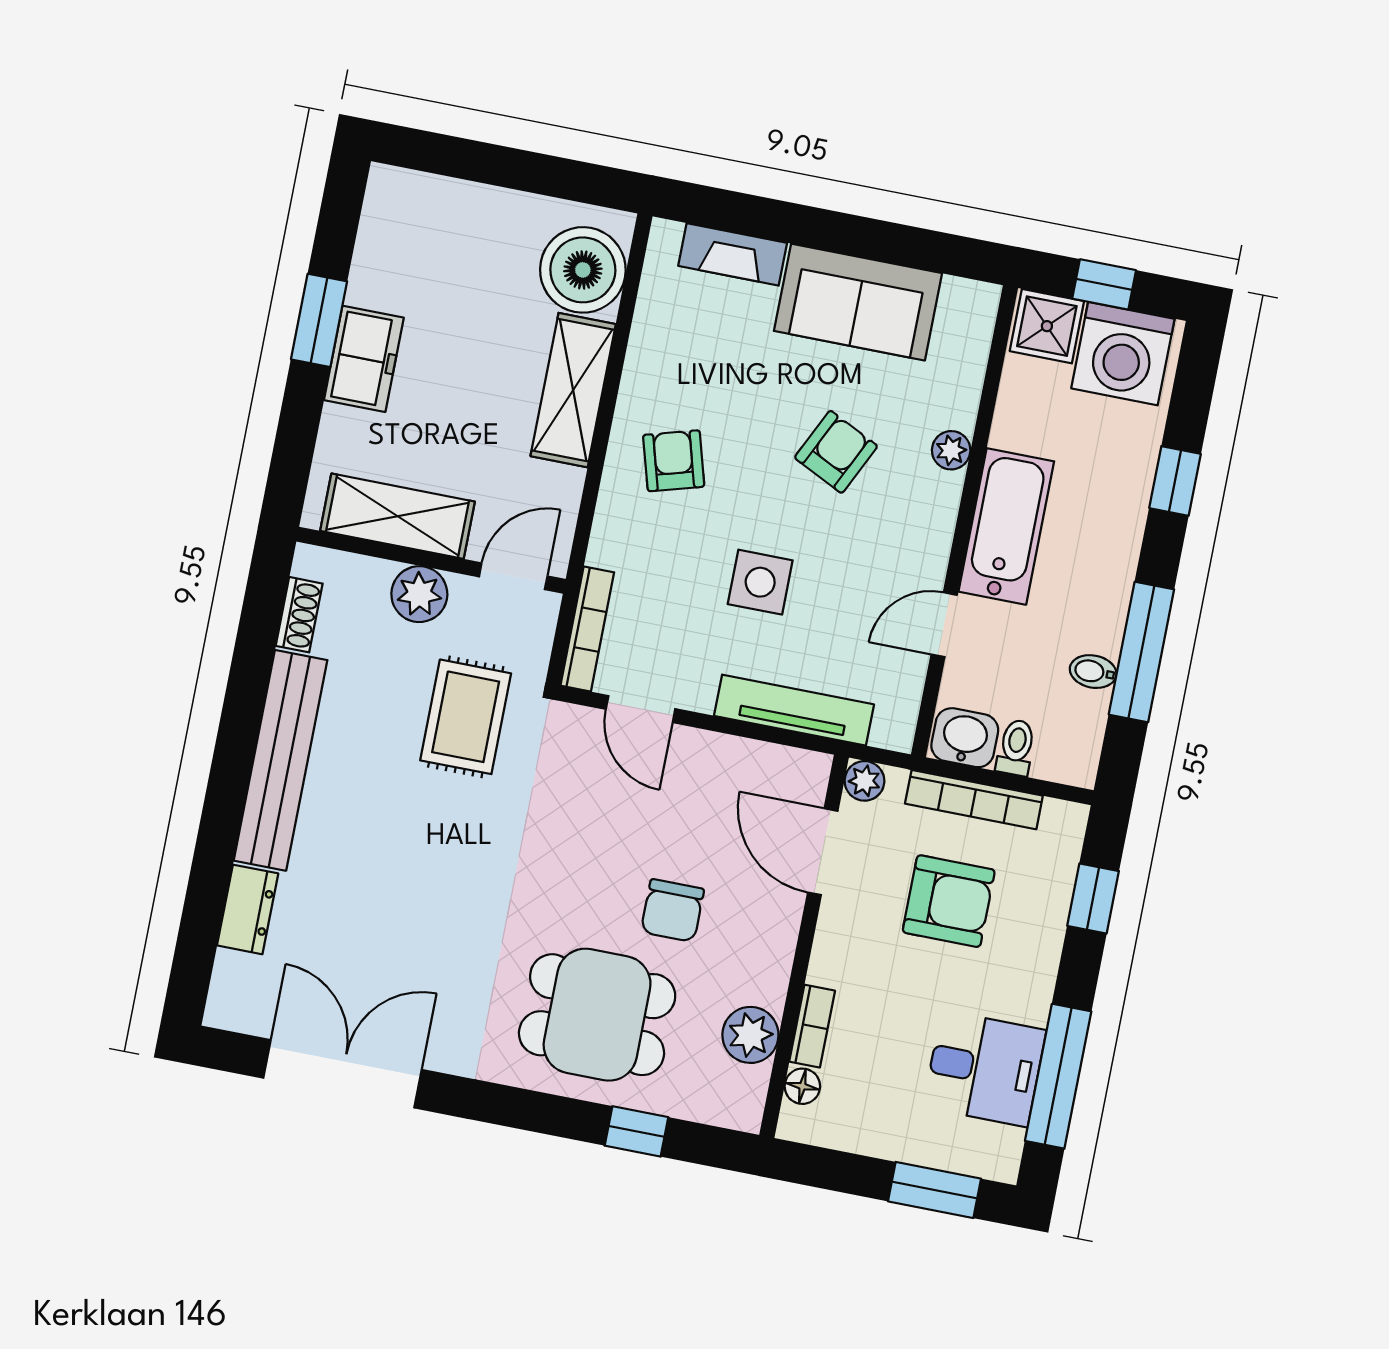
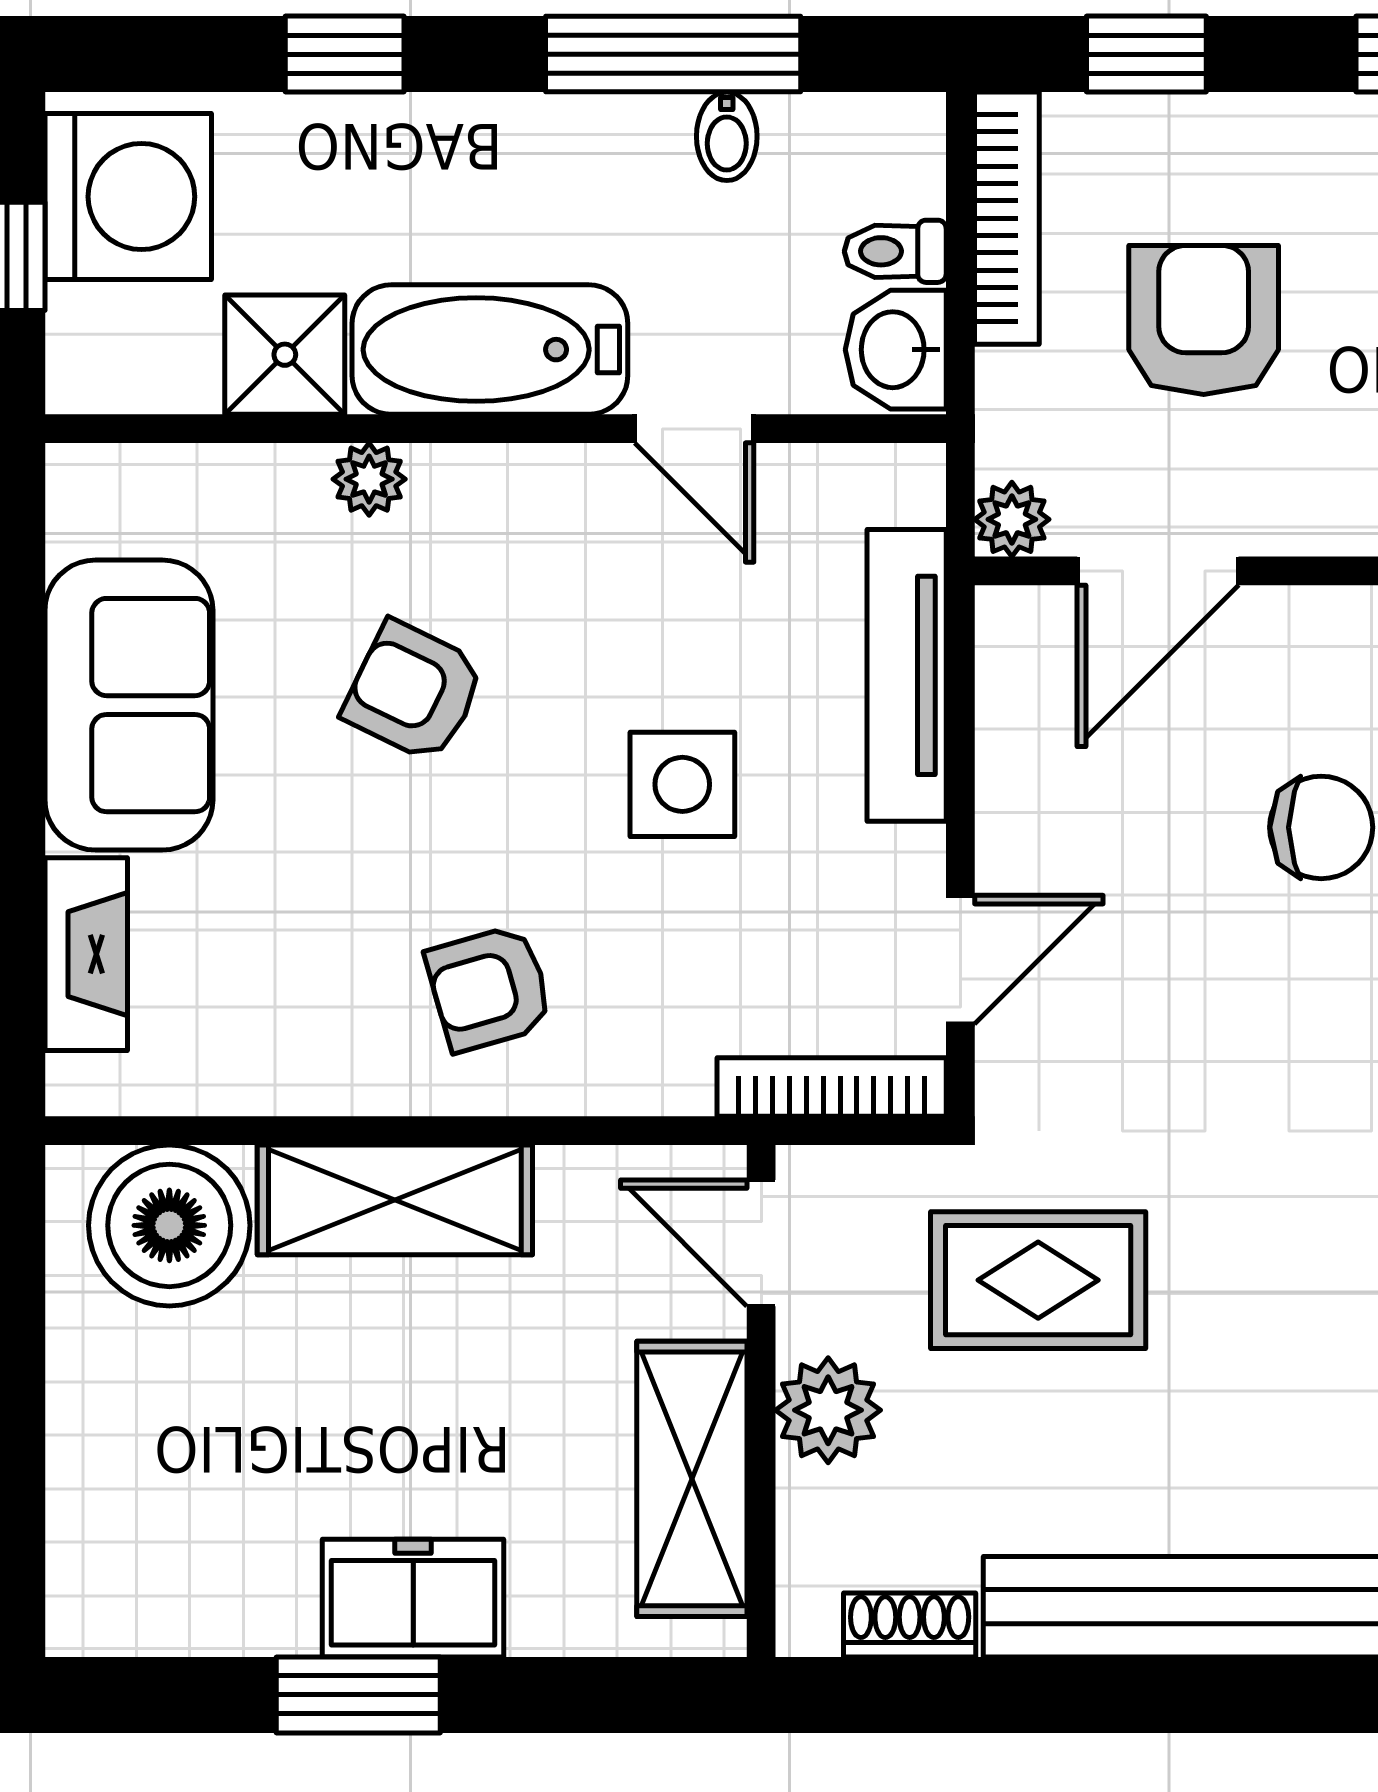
shower: (1047, 326) -> (285, 355), moved
bookcase: (974, 800) -> (1007, 218), moved

